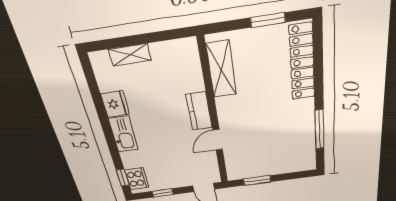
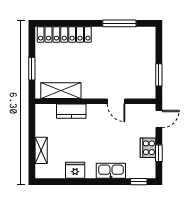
window: (268, 20) -> (32, 69), moved
kitchen counter: (199, 111) -> (71, 111), moved
kitchen sink: (123, 134) -> (111, 171), moved
cooker: (137, 179) -> (148, 148), moved, turned -90

